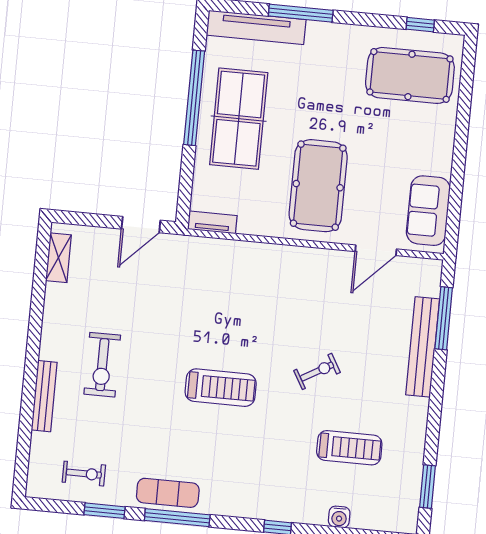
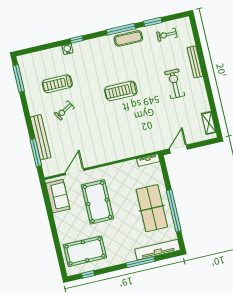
pool table: (318, 186) -> (97, 202), moved
exercise bike: (317, 371) -> (64, 111), moved
window: (427, 487) -> (19, 78), width x1.44
water cooler: (339, 517) -> (67, 49), moved

